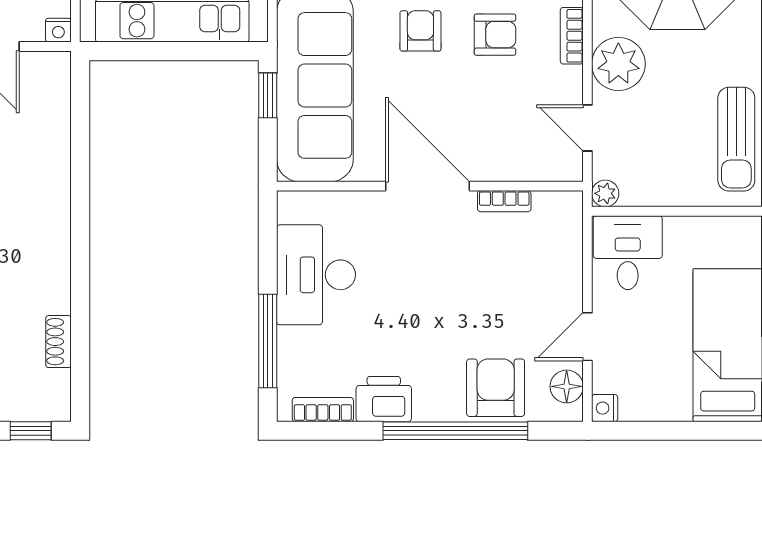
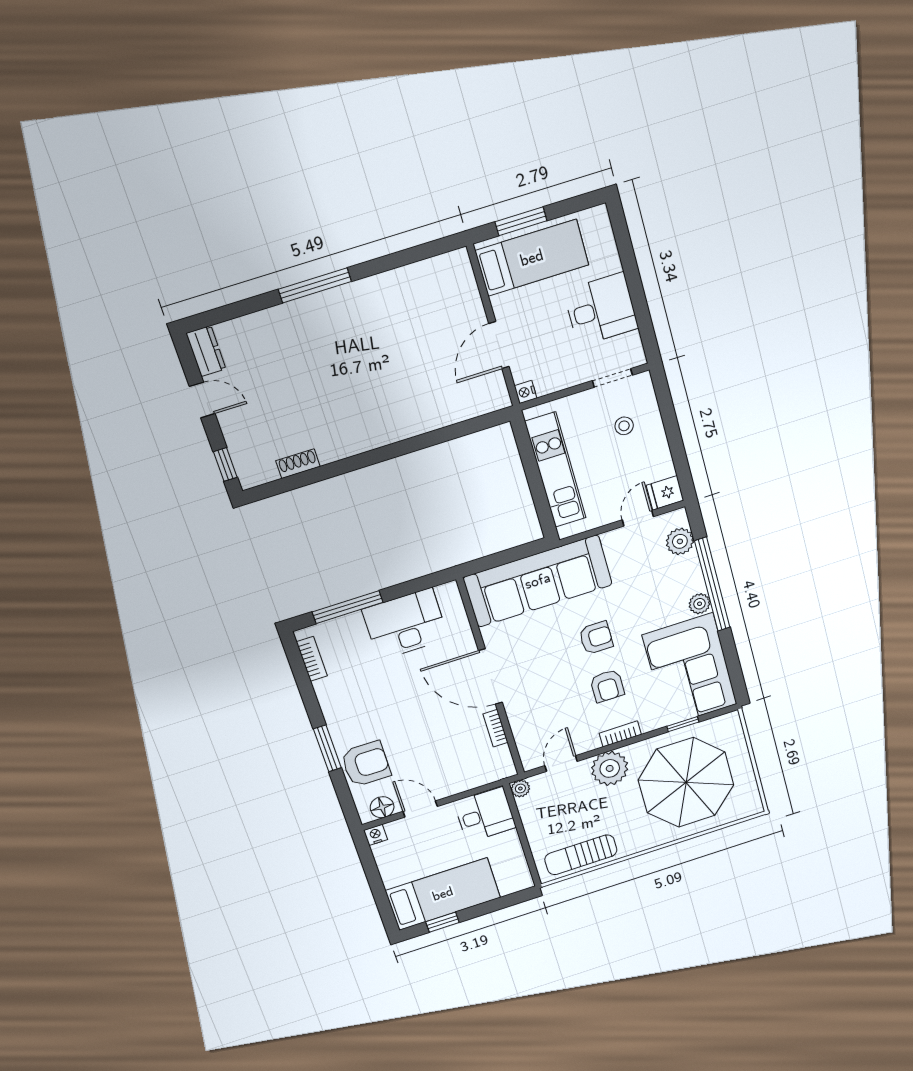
window: (268, 95) -> (522, 552), removed
door: (428, 186) -> (490, 677), swing flipped
printer: (384, 399) -> (333, 696), removed
window: (455, 431) -> (327, 748), width x0.47

